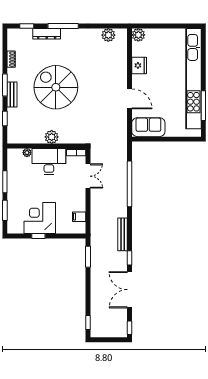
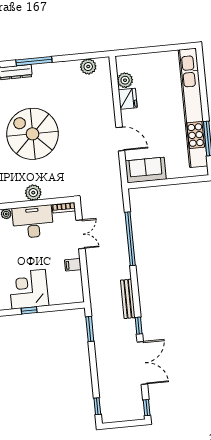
plant: (138, 35) -> (125, 80), moved
filing cabinet: (79, 217) -> (73, 265), moved
double door: (130, 290) -> (142, 363), swing flipped

